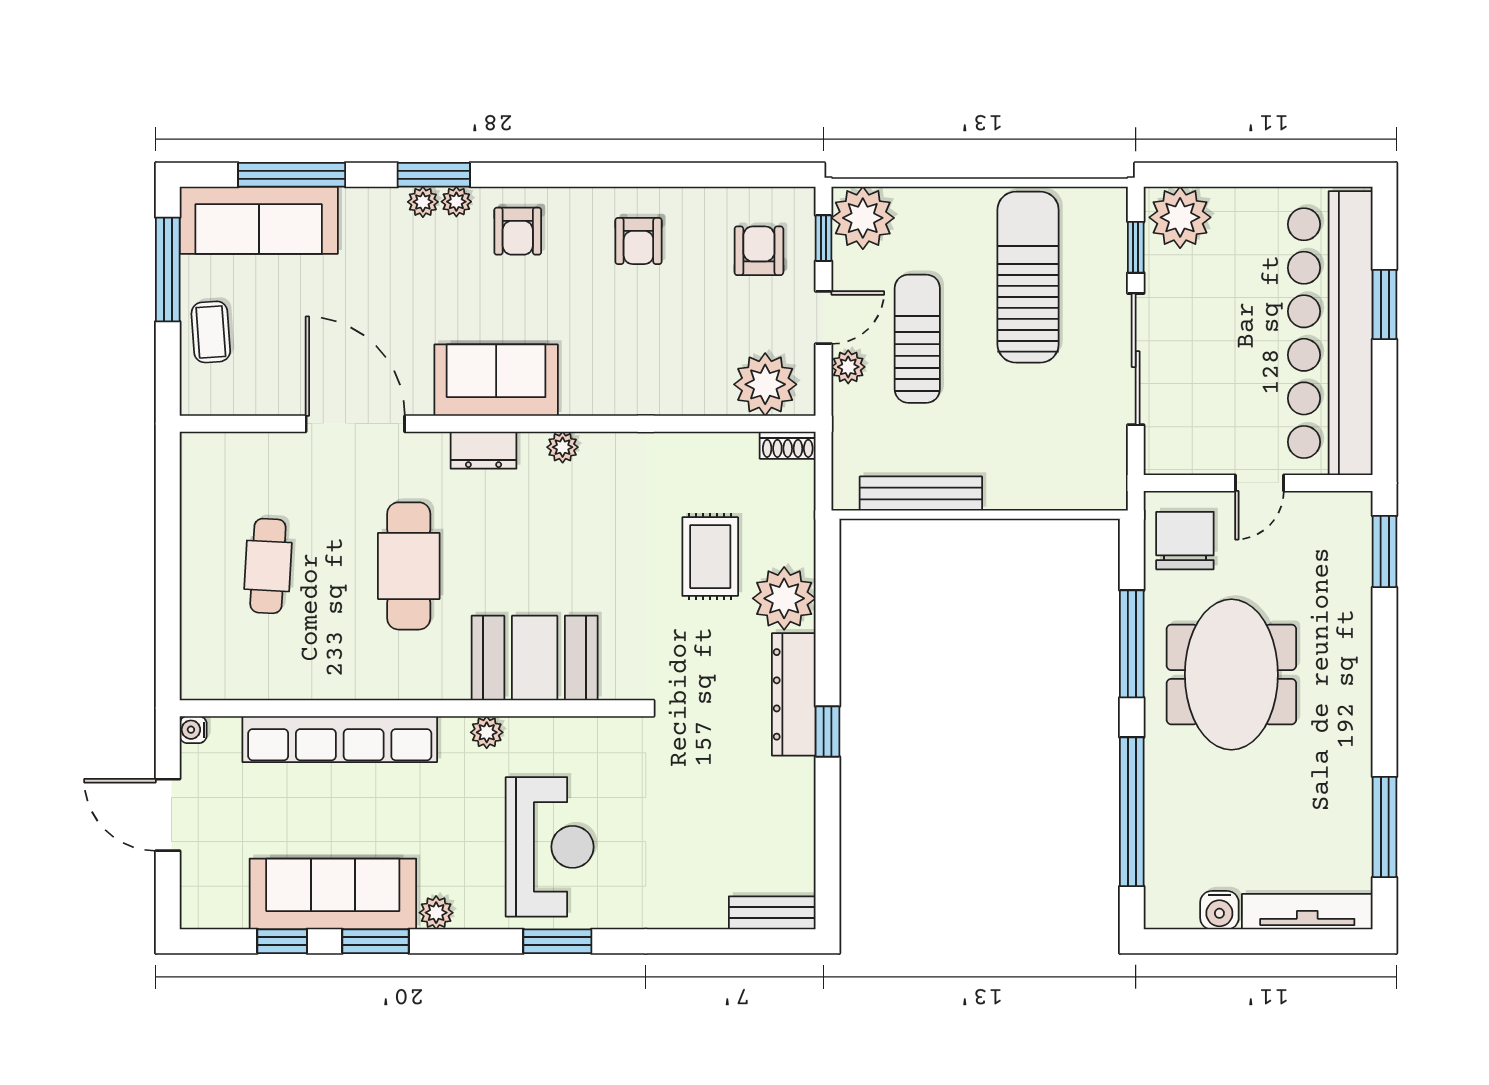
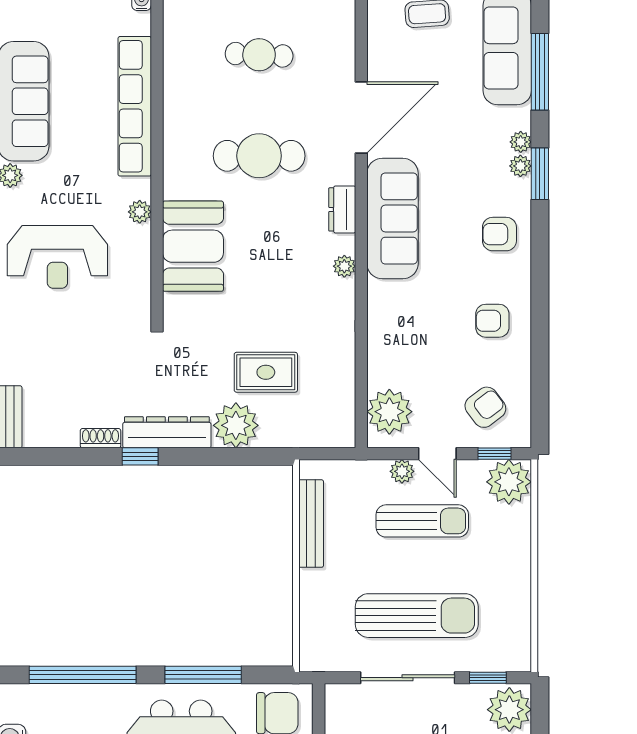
plant: (456, 202) -> (521, 142), moved
armchair: (759, 251) -> (485, 407), turned -37
sun lounger: (1028, 277) -> (417, 616), moved
sofa: (496, 380) -> (393, 218), width x1.36
shoe rack: (788, 445) -> (101, 438), moved, turned 90

